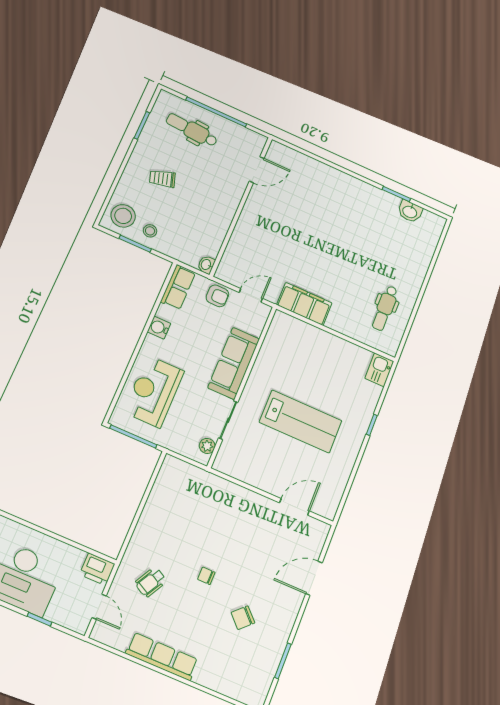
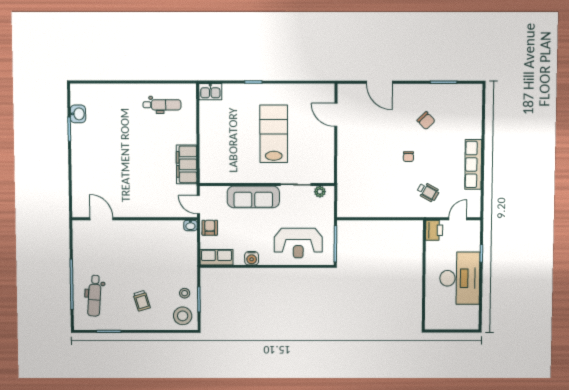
door: (257, 170) -> (101, 219), moved
wall: (241, 206) -> (135, 219), moved
washbasin: (206, 265) -> (190, 225), moved

